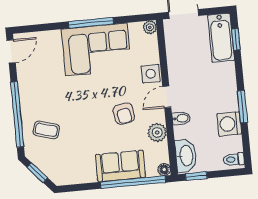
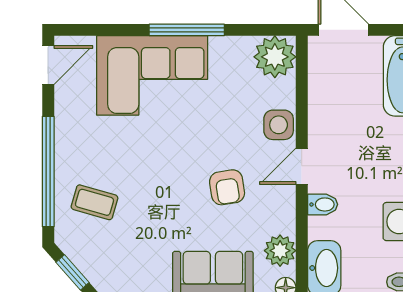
plant: (150, 27) -> (275, 57), width x1.88, depth x1.88
corner sofa: (96, 49) -> (152, 75), moved
plant: (157, 132) -> (280, 251), moved

